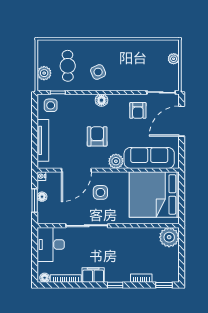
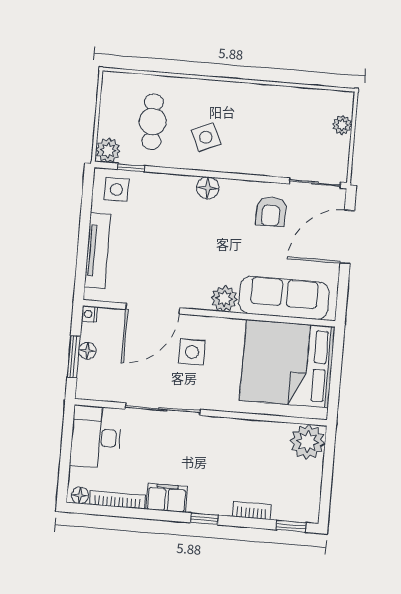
plant: (44, 73) -> (108, 150), moved
armchair: (97, 136) -> (195, 252), removed

